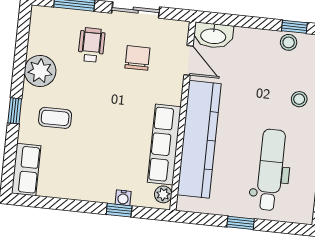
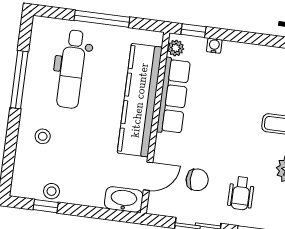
chair: (137, 58) -> (197, 180), turned -90
door: (189, 60) -> (148, 176), swing flipped
window: (119, 210) -> (193, 31), moved
window: (241, 223) -> (102, 19), width x2.17

